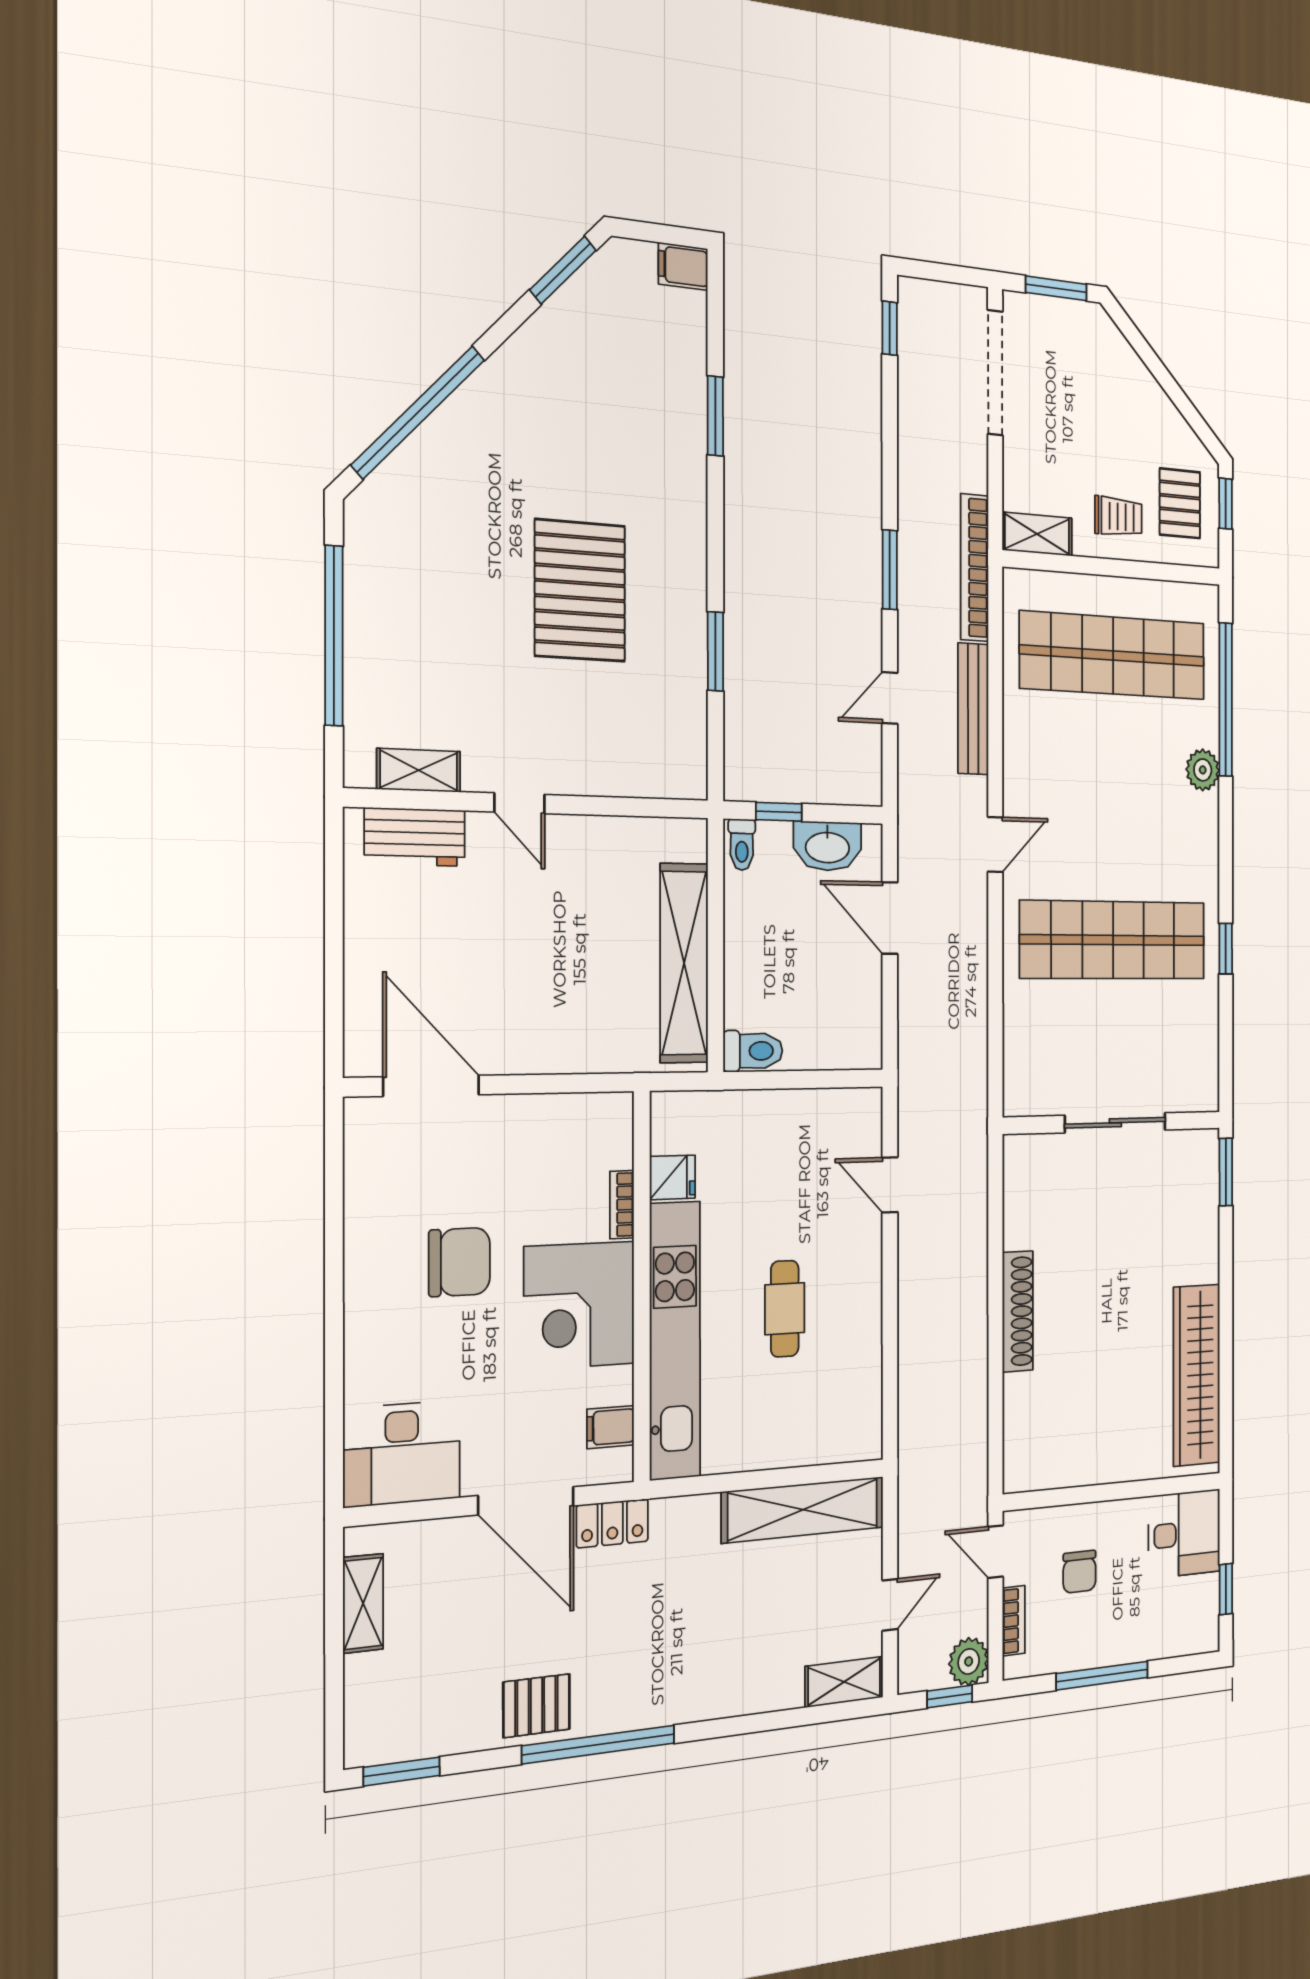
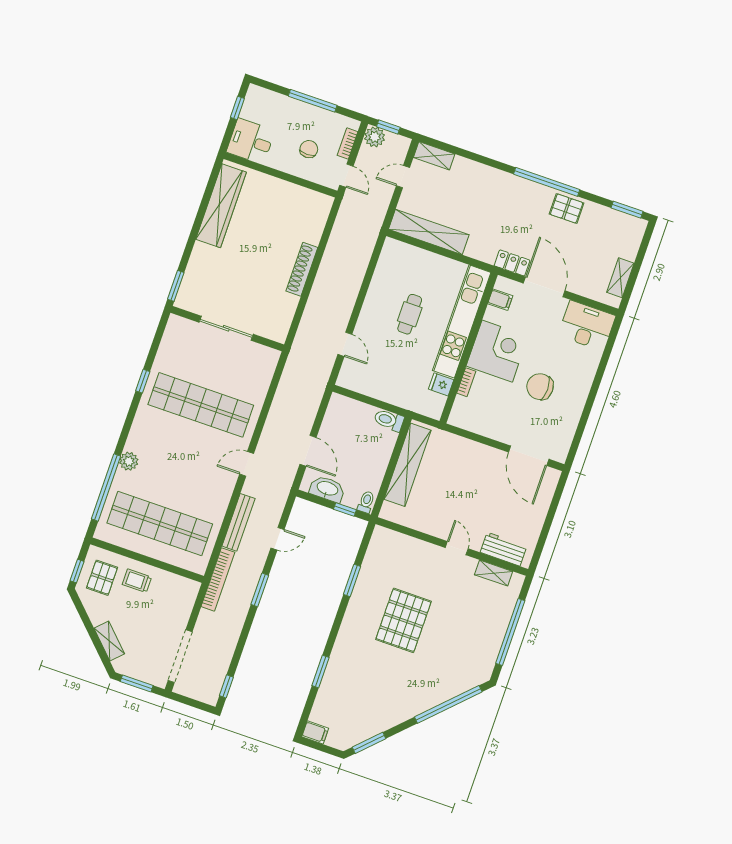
shelving: (1037, 534) -> (109, 641), moved, turned 45

